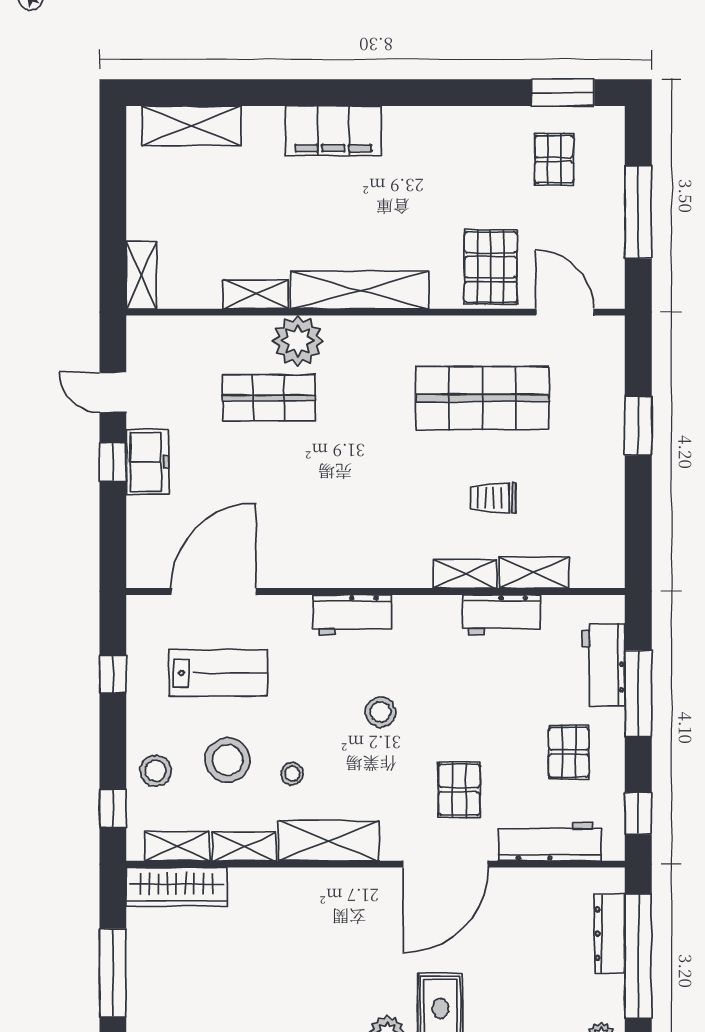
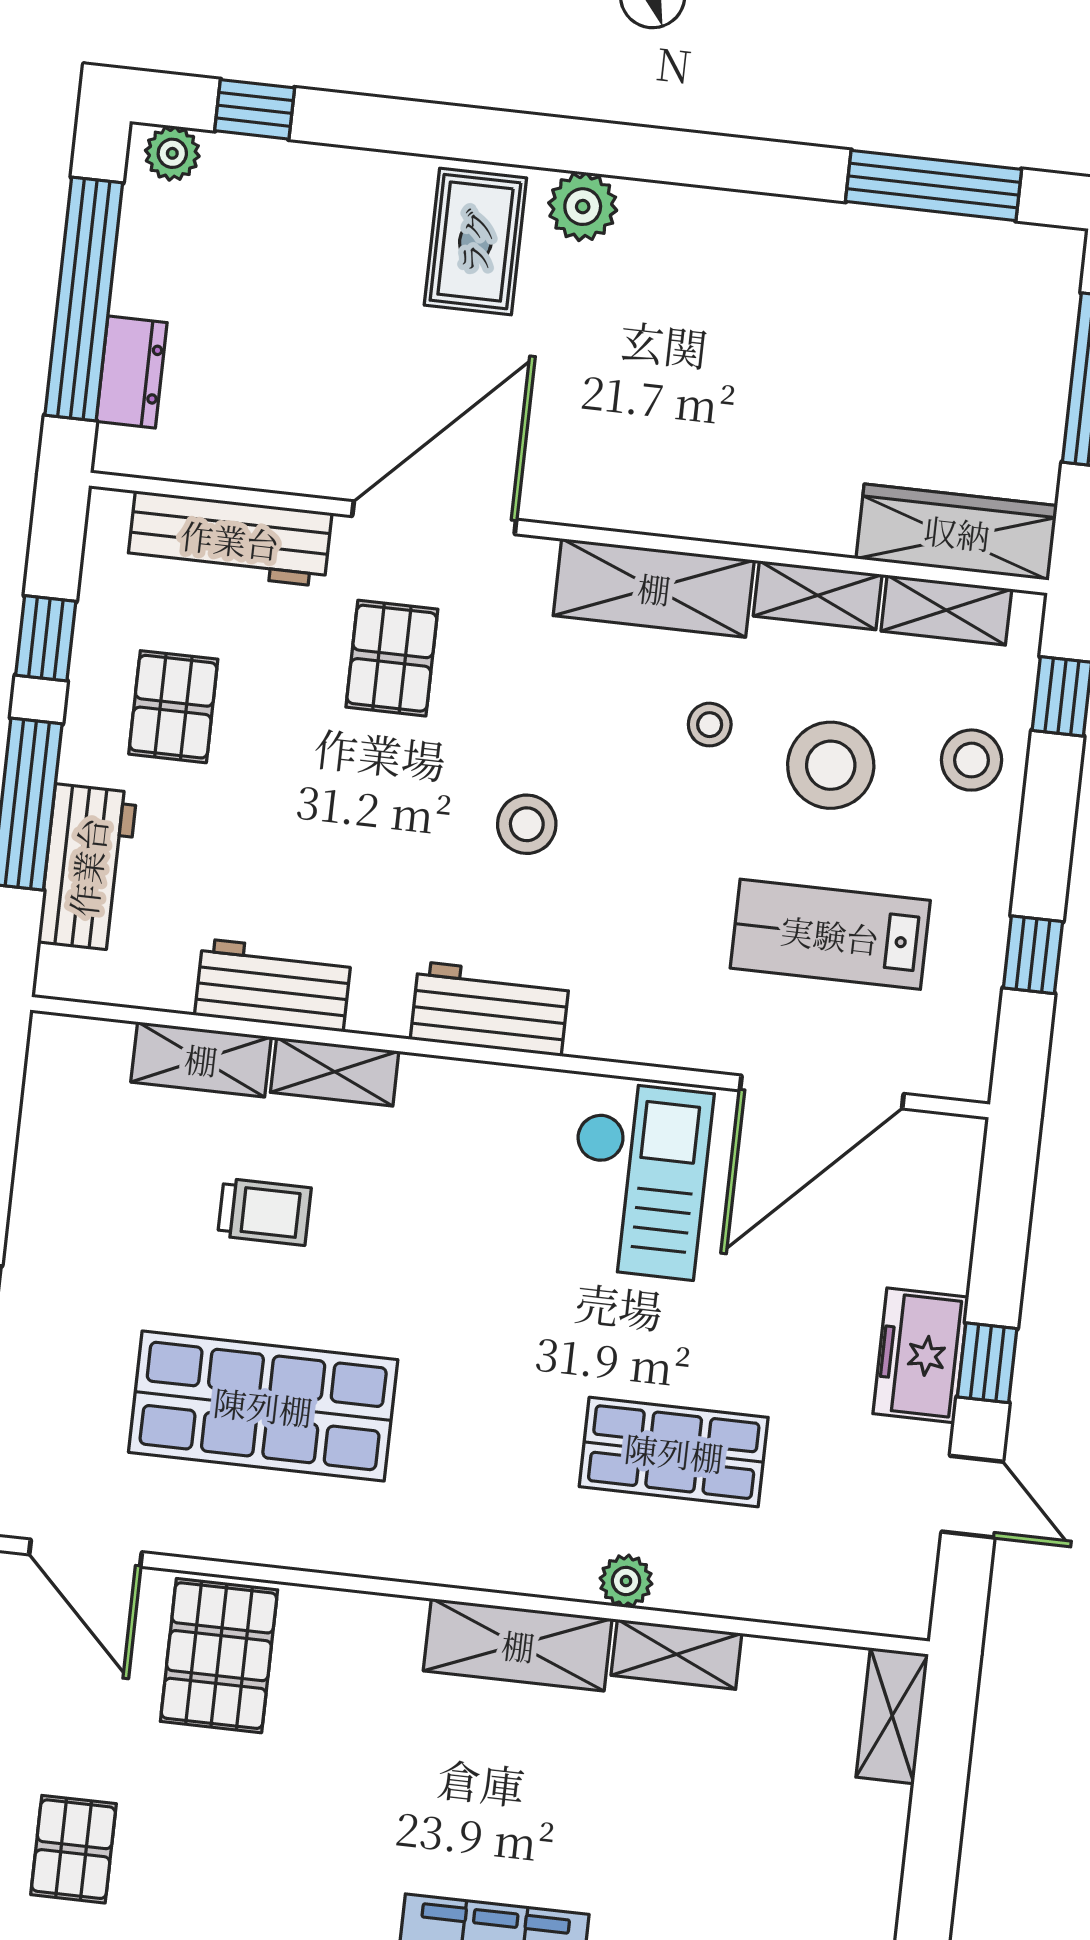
shelving: (360, 290) -> (518, 1645), width x0.68
plant: (298, 341) -> (626, 1581), width x0.53, depth x0.53
checkout: (303, 536) -> (638, 1180), added
workbench: (352, 615) -> (490, 1009), moved
window: (638, 814) -> (46, 638), moved
dresser: (610, 934) -> (132, 372), width x0.70

